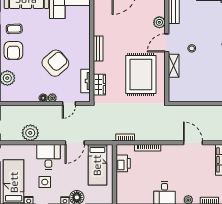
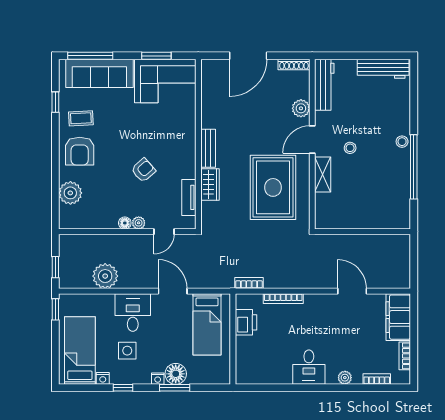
armchair: (55, 63) -> (143, 170), width x0.53, depth x0.53
wardrobe: (99, 85) -> (210, 184), moved
door: (75, 143) -> (173, 291), swing flipped

